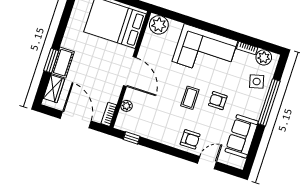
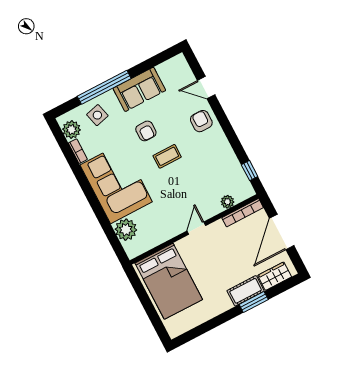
plant: (159, 25) -> (126, 230), moved
door: (130, 72) -> (196, 228), width x0.53
bookcase: (109, 114) -> (243, 213), width x1.56
sofa: (242, 136) -> (139, 89), moved

